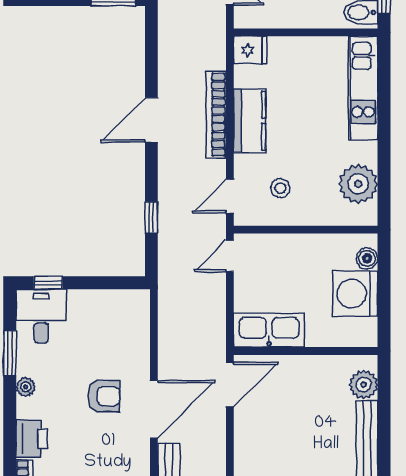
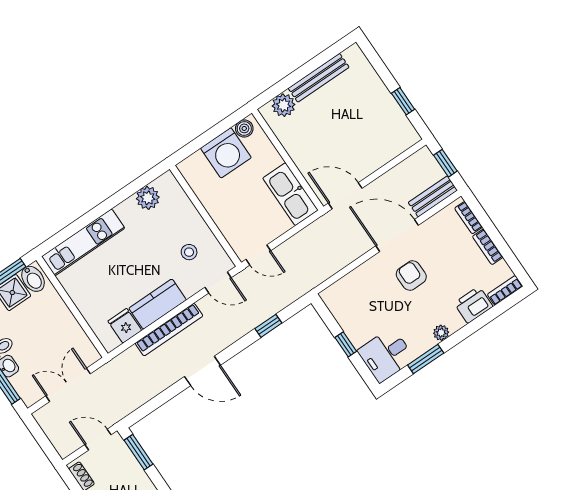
fridge: (250, 50) -> (125, 326), moved
plant: (358, 184) -> (148, 198), width x0.73, depth x0.73
boiler: (367, 258) -> (244, 128), moved
window: (48, 283) -> (346, 344), moved

